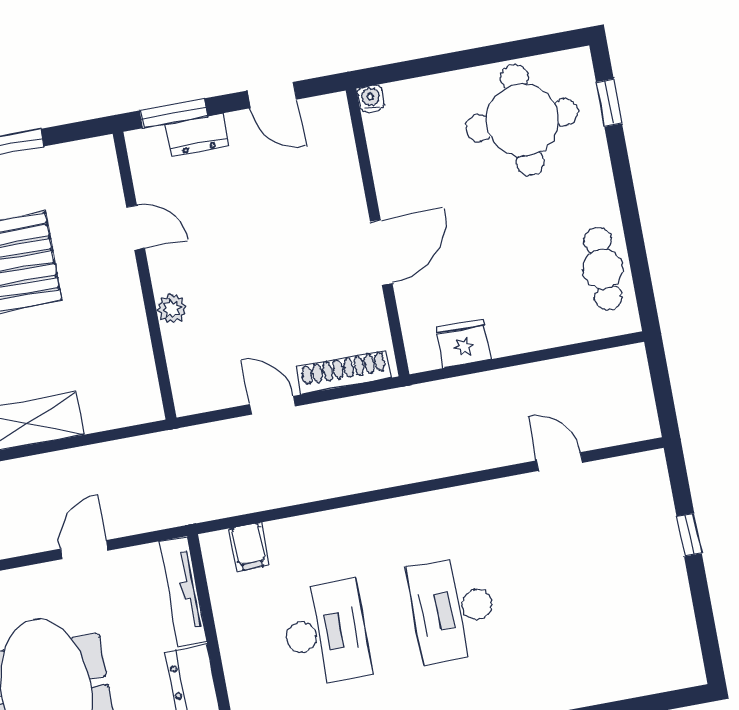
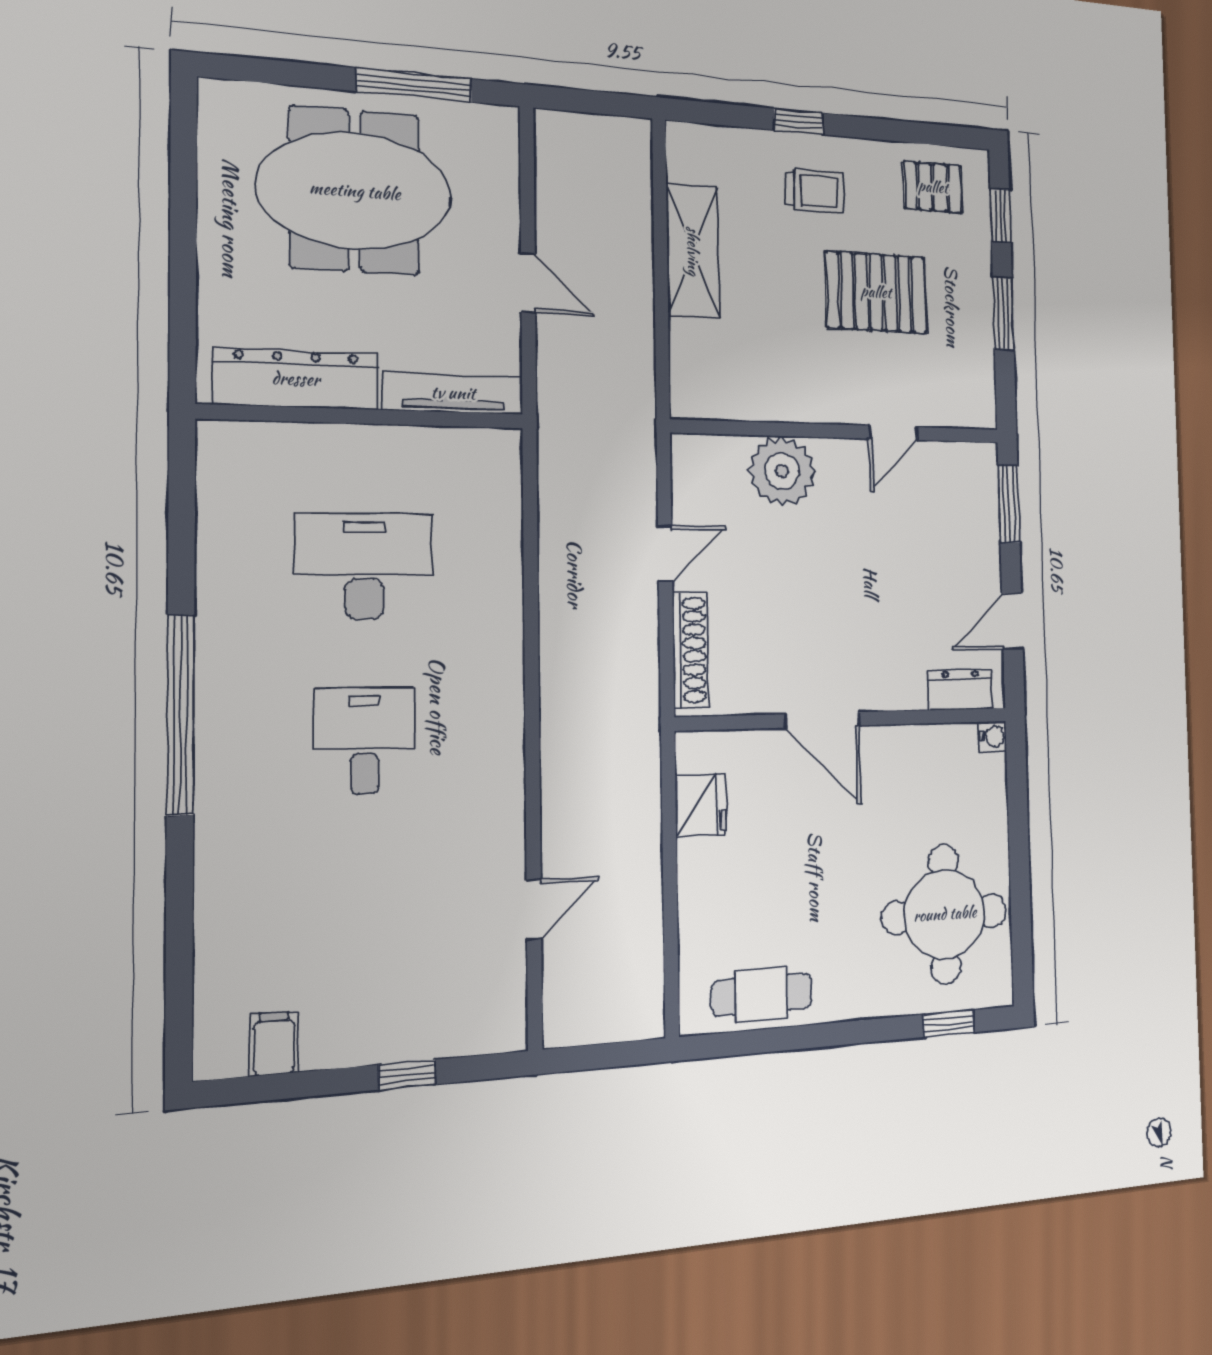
dresser: (197, 135) -> (960, 689), moved, turned 90
plant: (172, 309) -> (782, 471), width x1.88, depth x1.88
filing cabinet: (249, 547) -> (274, 1044), moved, turned 90
desk: (453, 609) -> (365, 740), width x0.73
desk: (325, 633) -> (364, 566), turned 180

